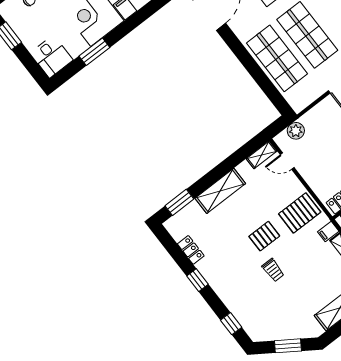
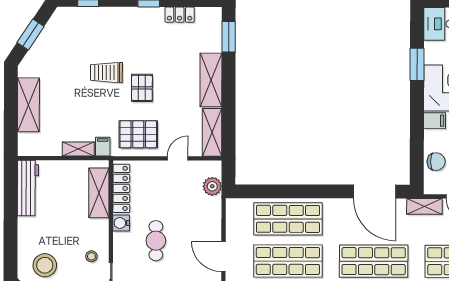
shelving: (262, 155) -> (212, 132), width x1.50, depth x1.33
door: (287, 161) -> (178, 158), moved
pallet: (300, 213) -> (138, 134), turned 90
trolley: (273, 270) -> (106, 73), width x1.36, depth x1.39

